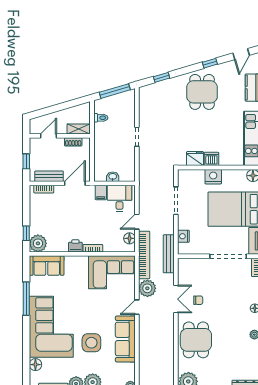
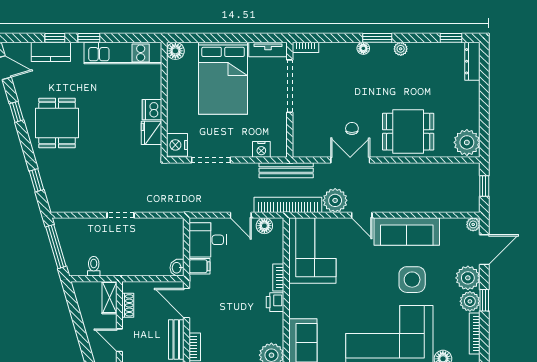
dining table: (202, 92) -> (57, 123), turned 90
washbasin: (113, 177) -> (177, 268), moved
nightstand: (213, 177) -> (177, 145), moved

